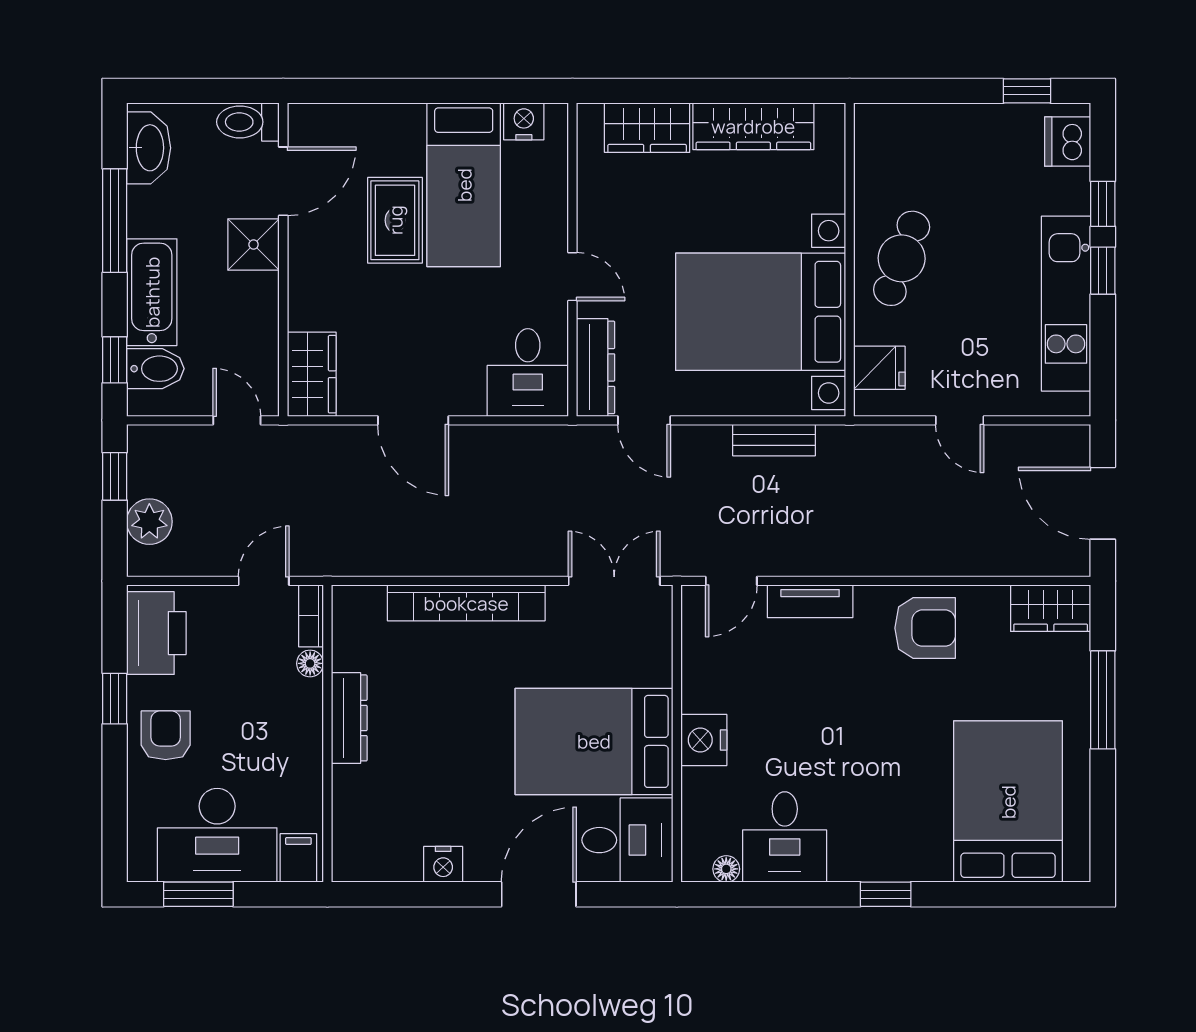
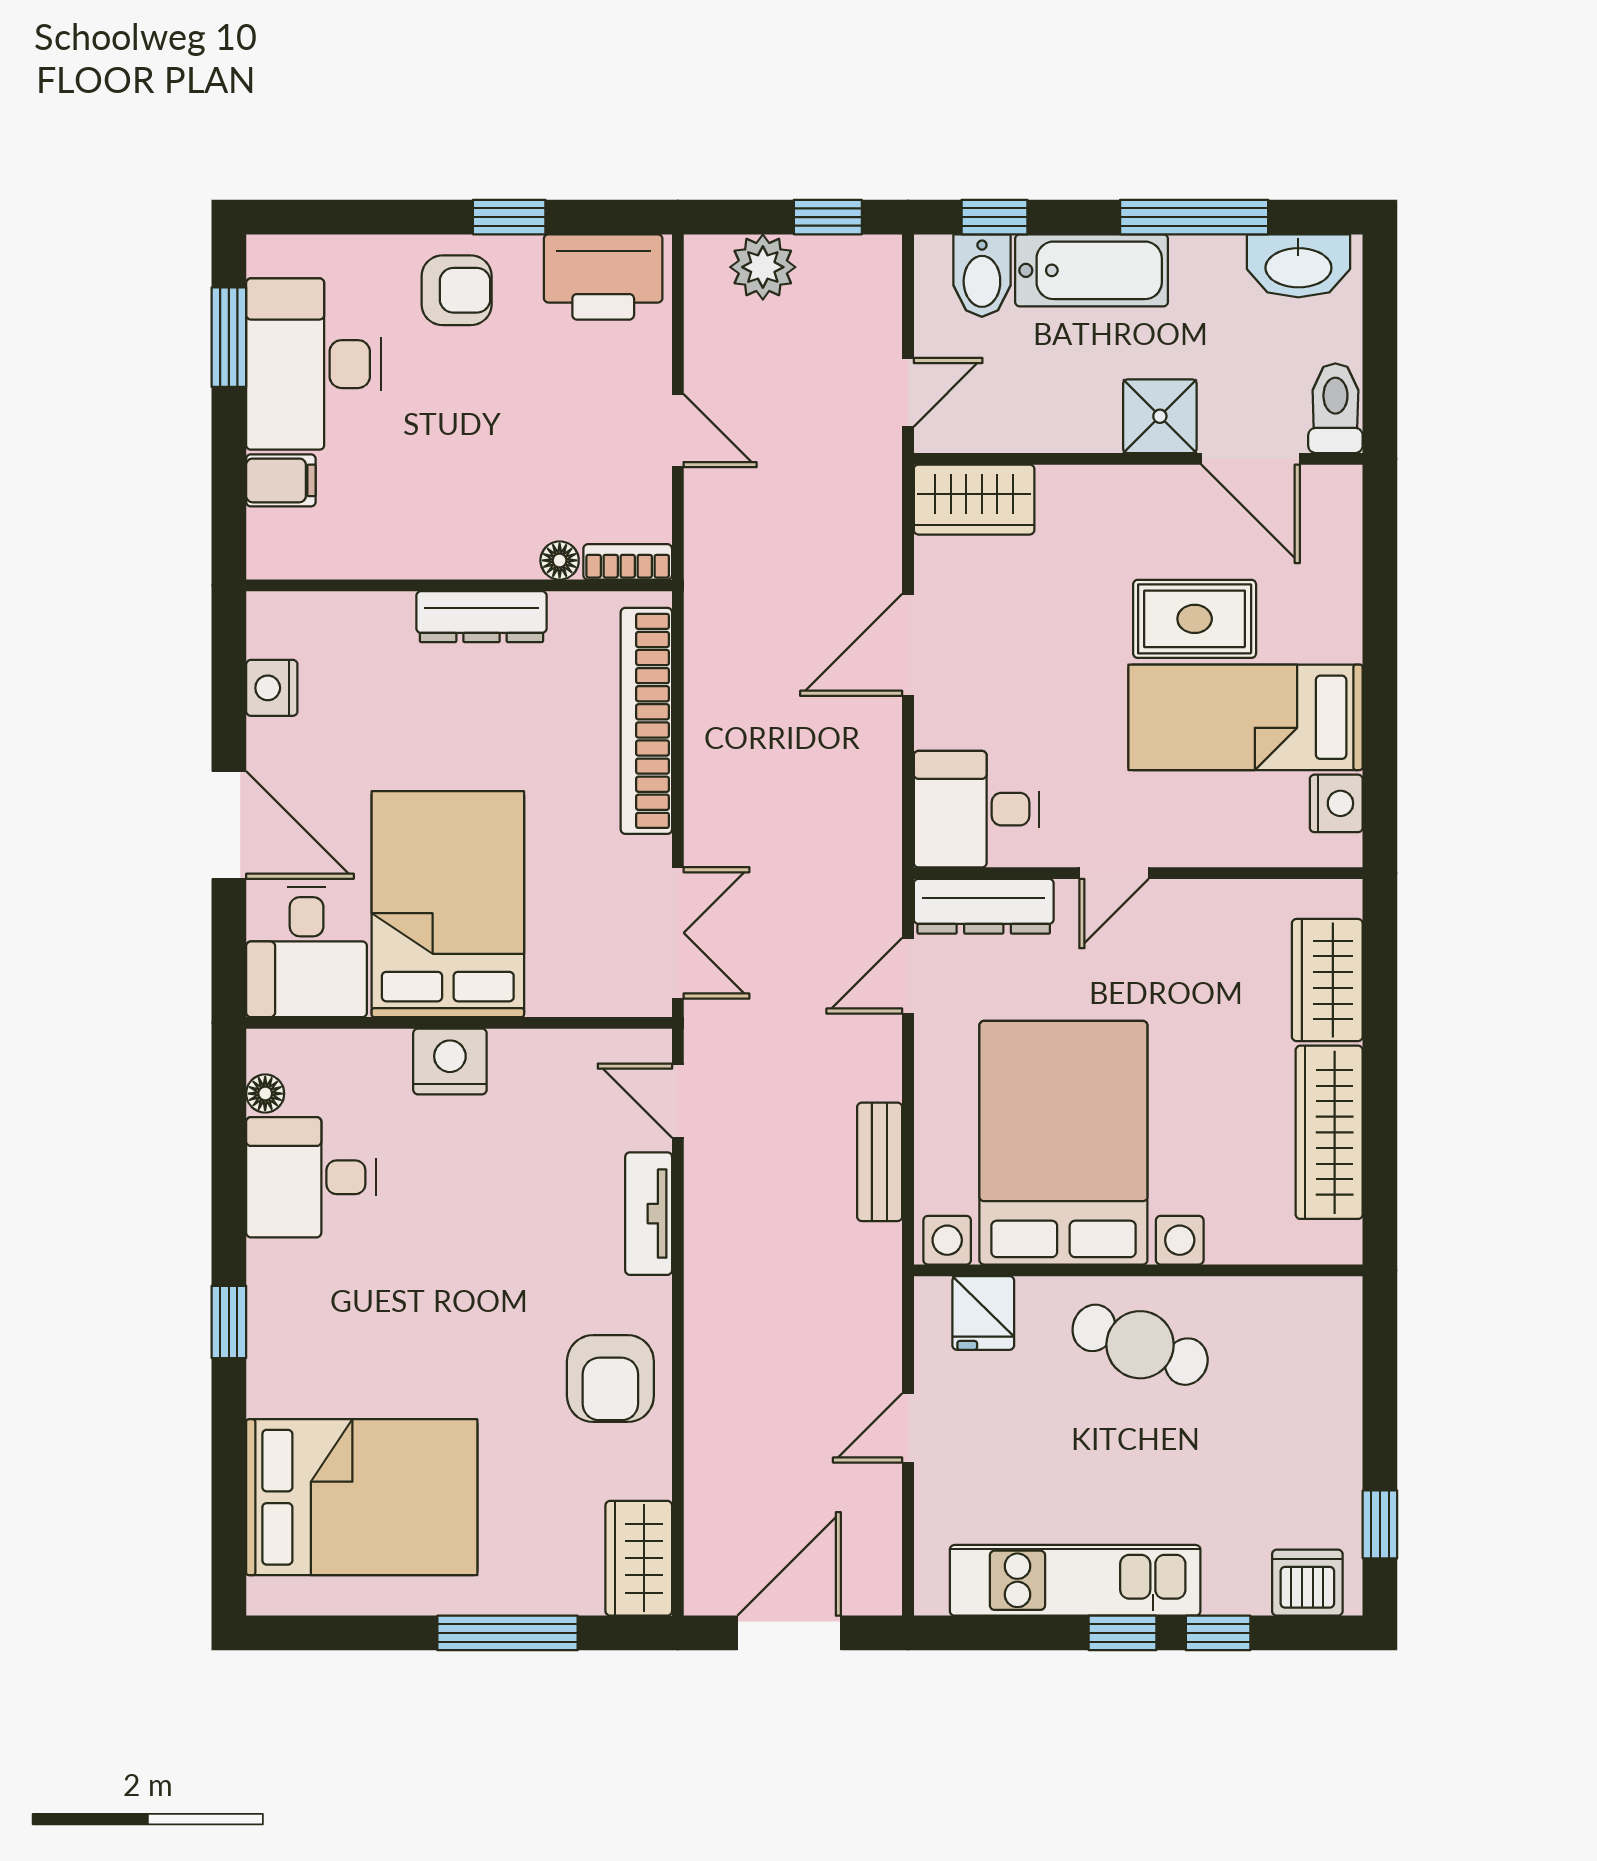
bookcase: (311, 616) -> (628, 562), moved
floor lamp: (310, 663) -> (560, 560), moved
dresser: (349, 718) -> (481, 617), moved
wall: (327, 734) -> (459, 585), moved

